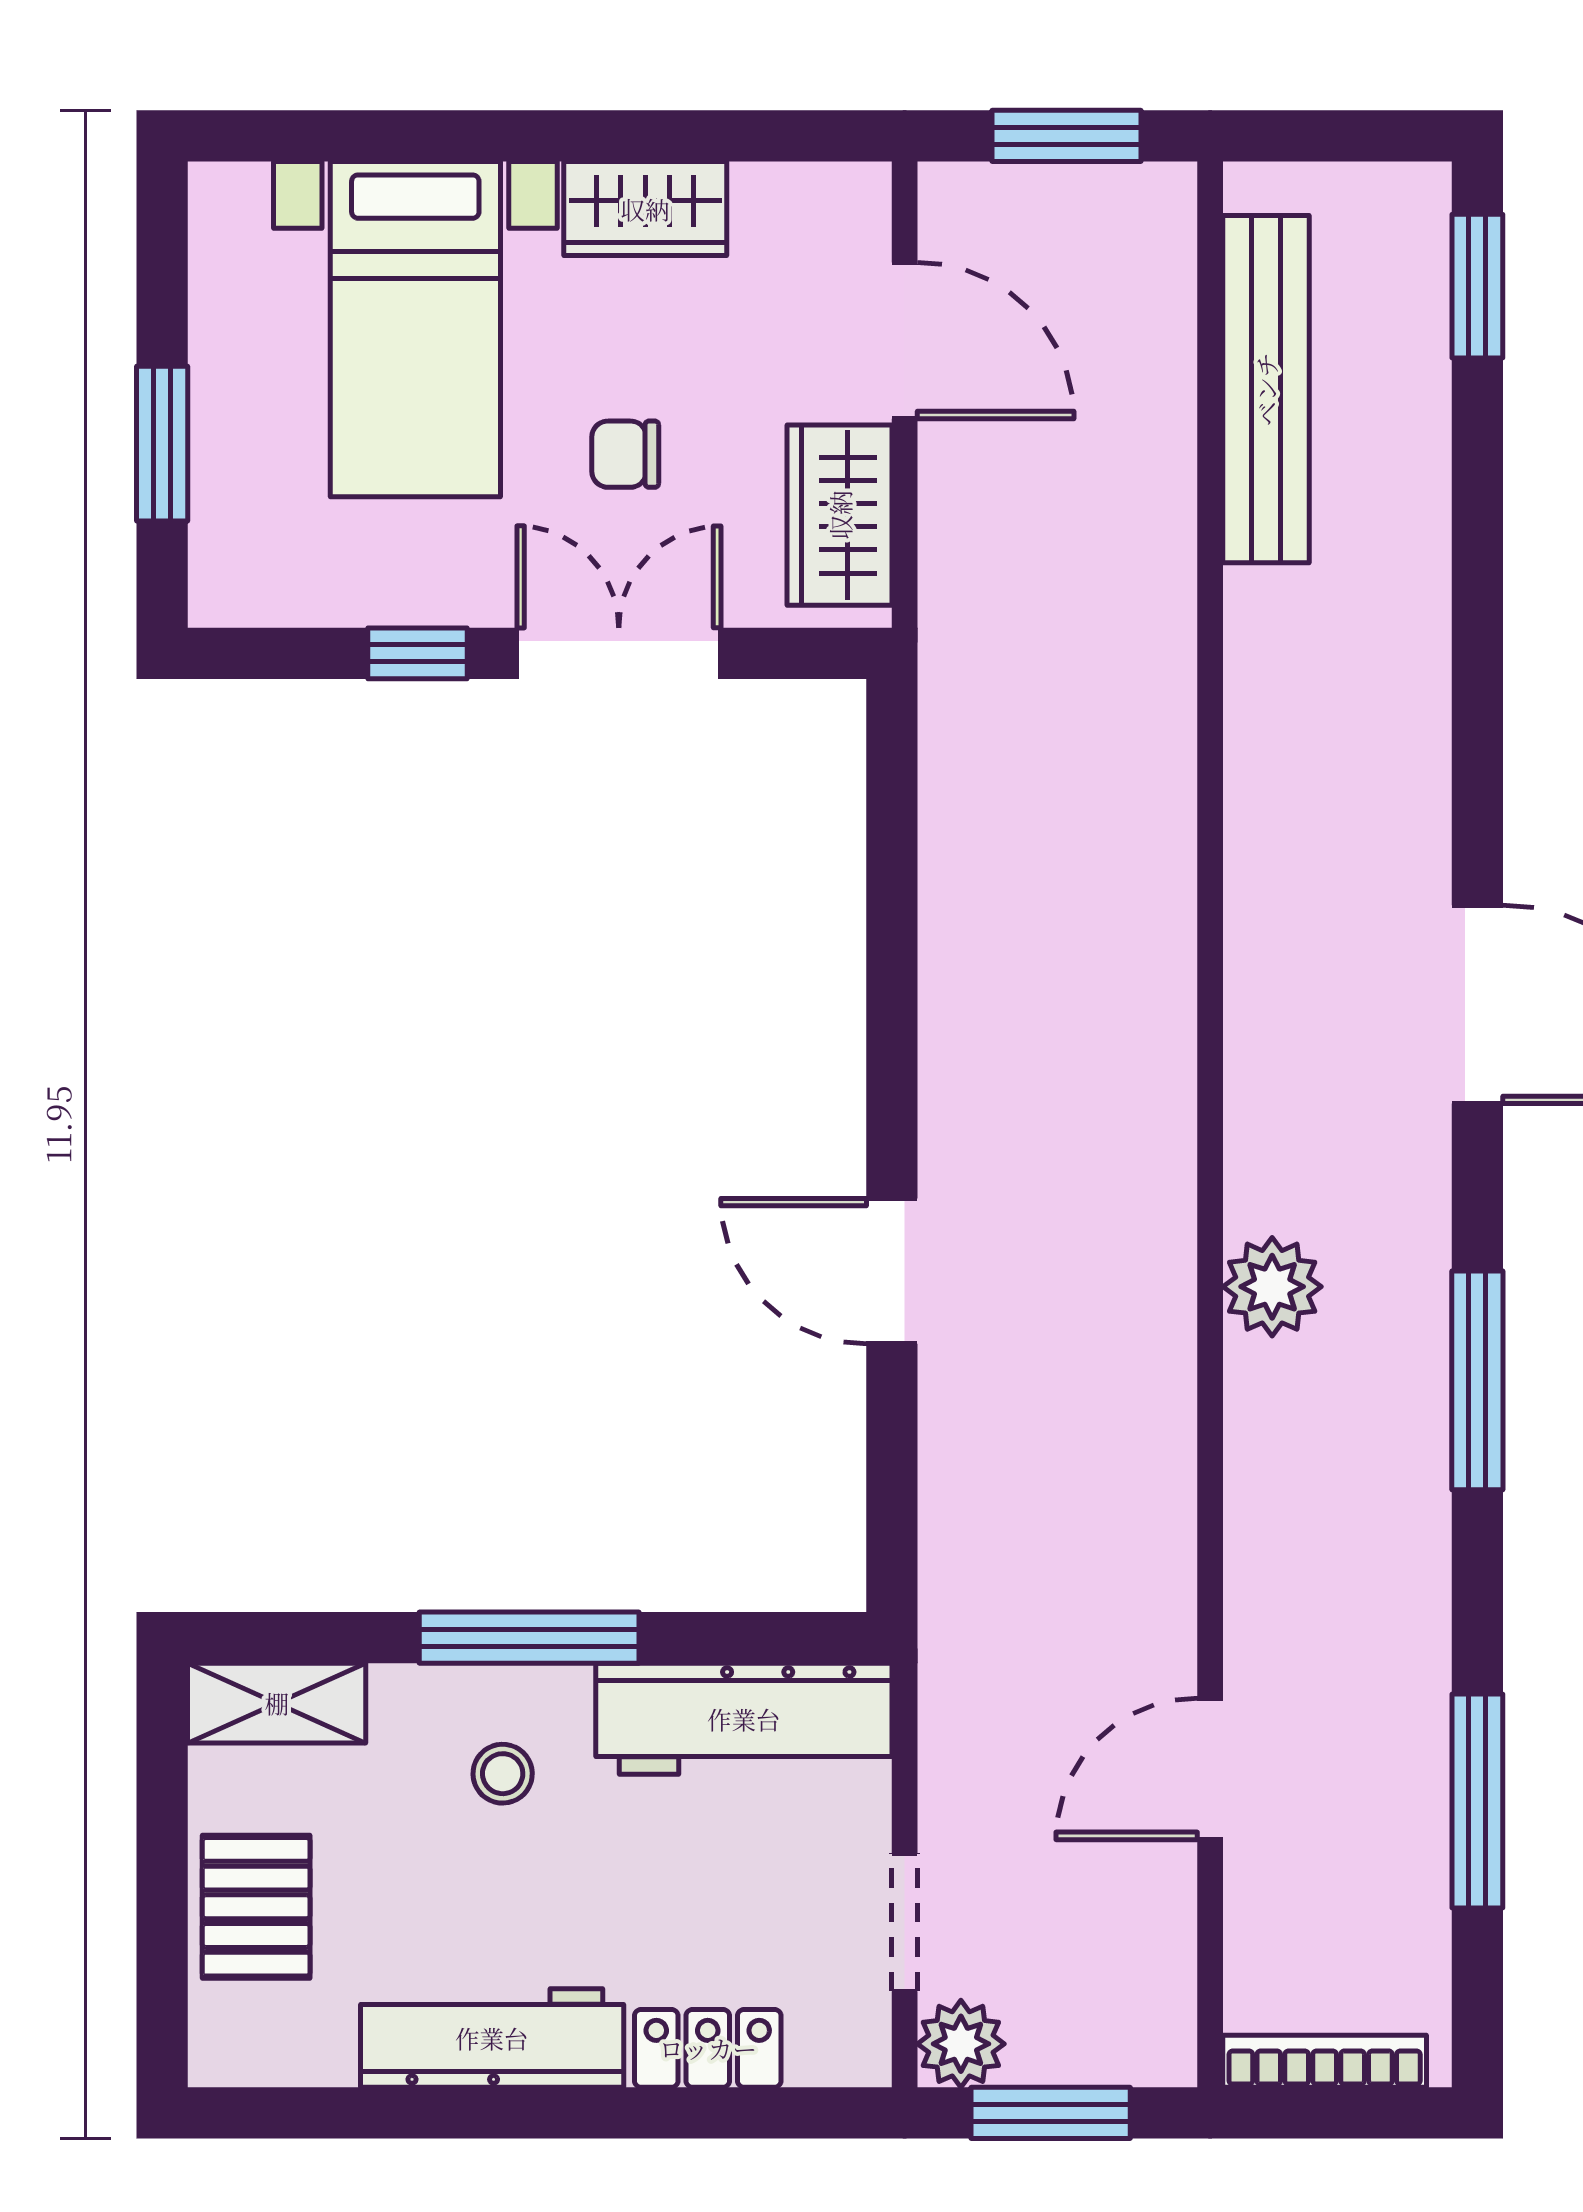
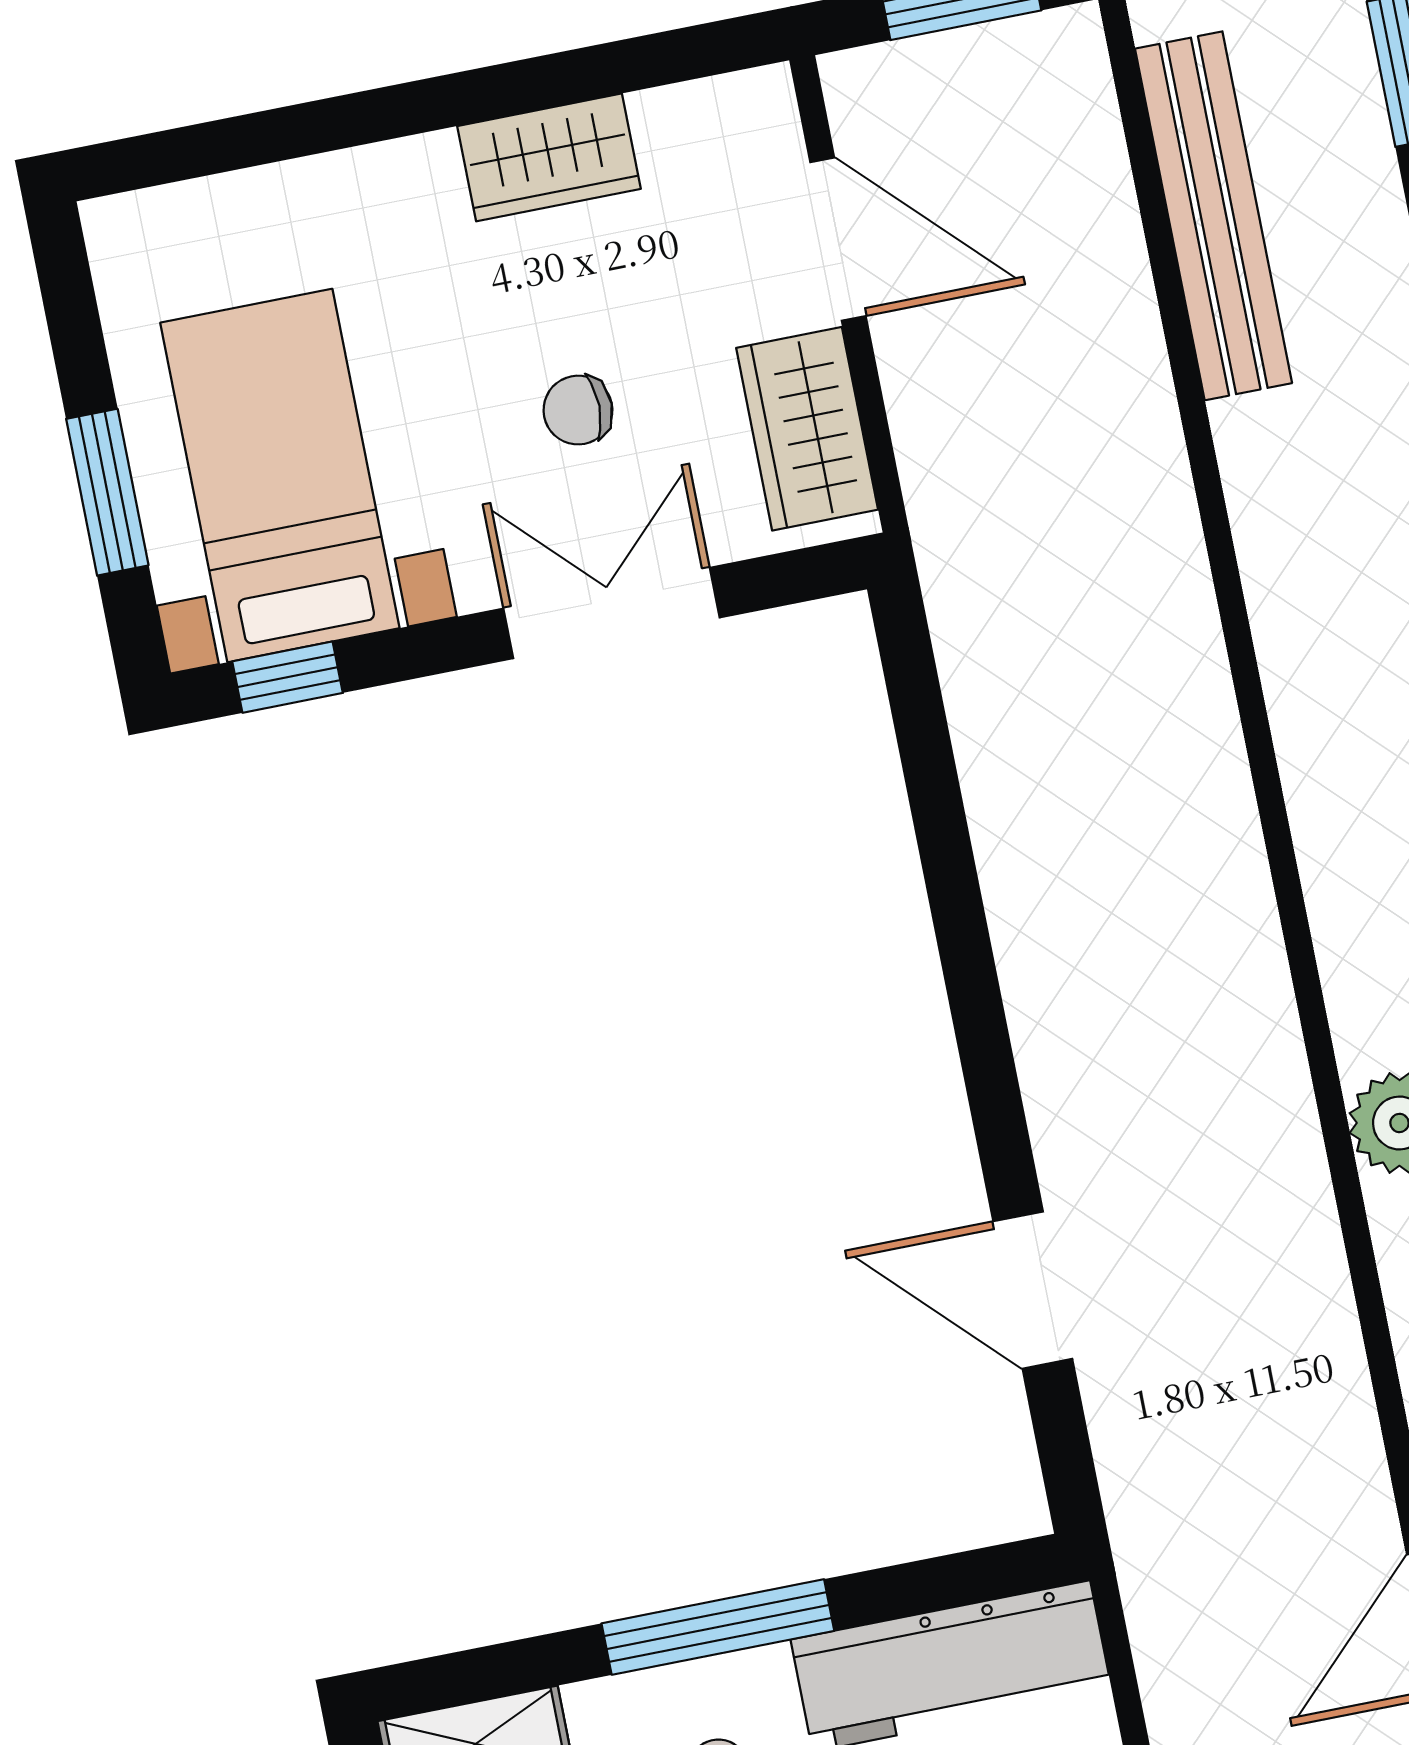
bed with nightstands: (415, 329) -> (280, 475), moved, turned 180
window: (417, 653) -> (288, 677), moved
door: (892, 1271) -> (1033, 1290), moved

